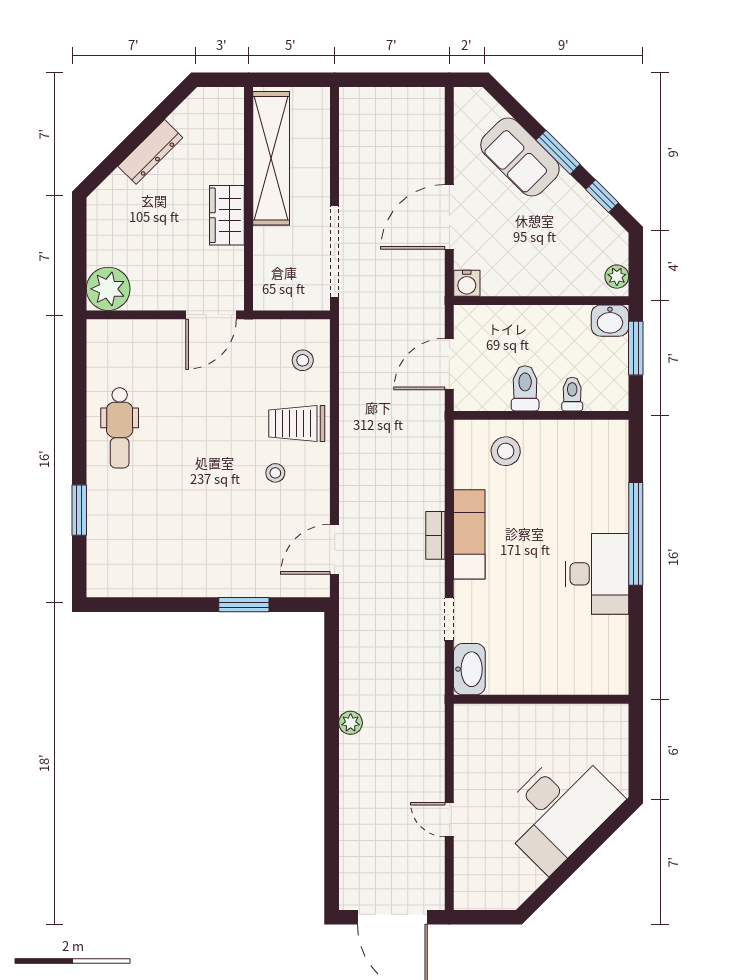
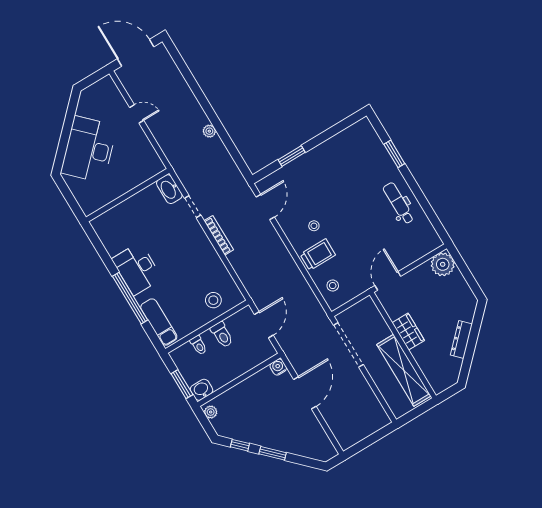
sofa: (520, 157) -> (289, 440), removed
exam couch: (469, 534) -> (159, 322), moved, turned 180
bookcase: (435, 535) -> (219, 235), width x1.56

